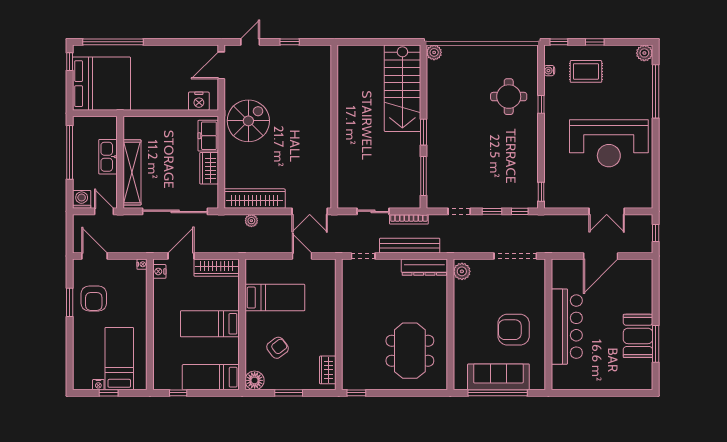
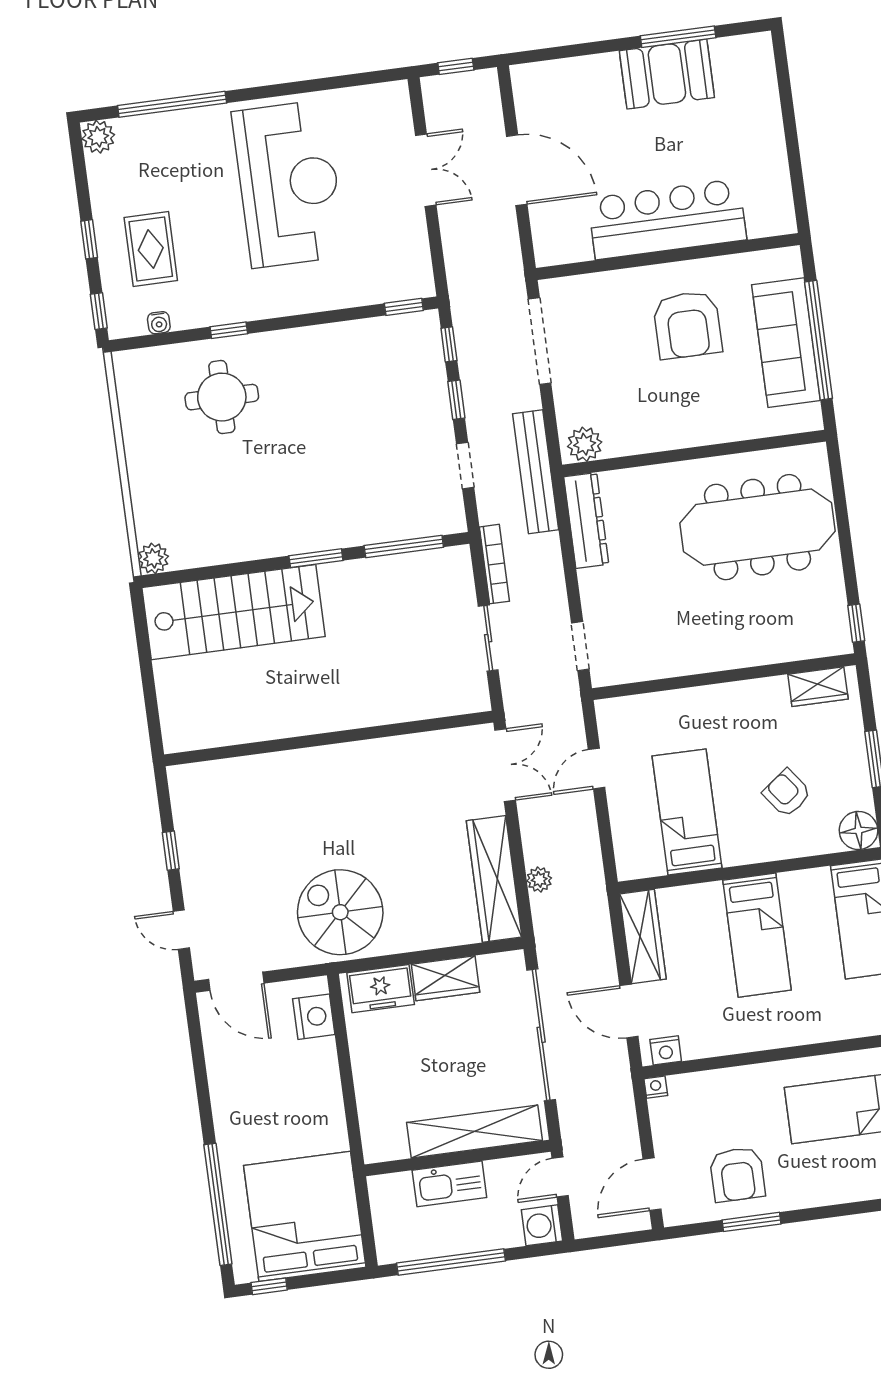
bench: (410, 246) -> (536, 472), moved
armchair: (94, 298) -> (737, 1174), turned 90
meeting table: (410, 351) -> (758, 527), width x1.36

